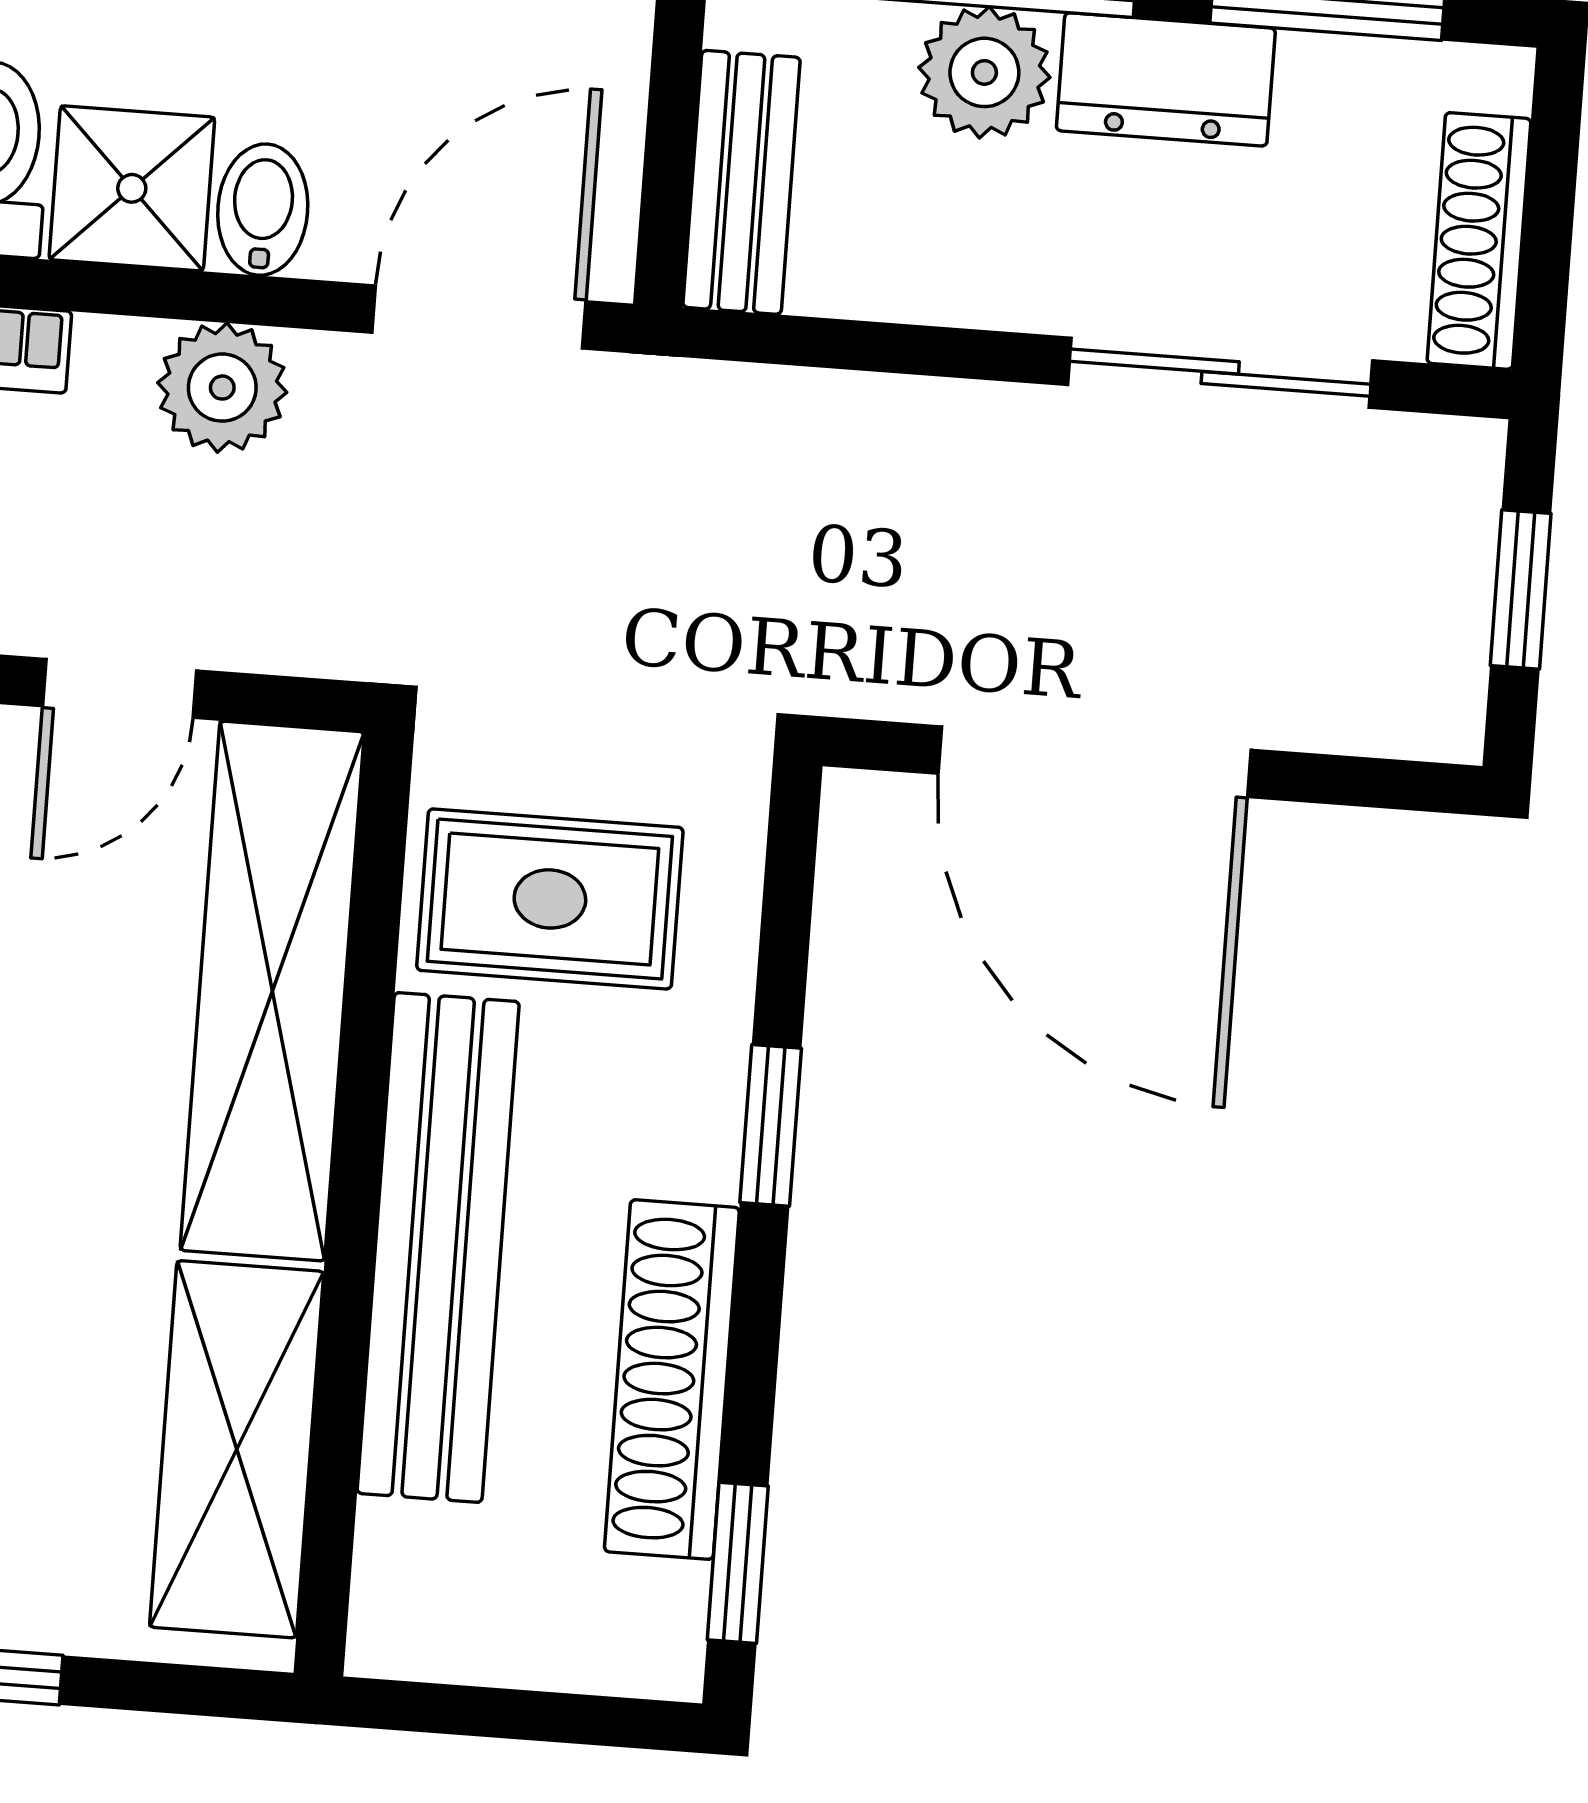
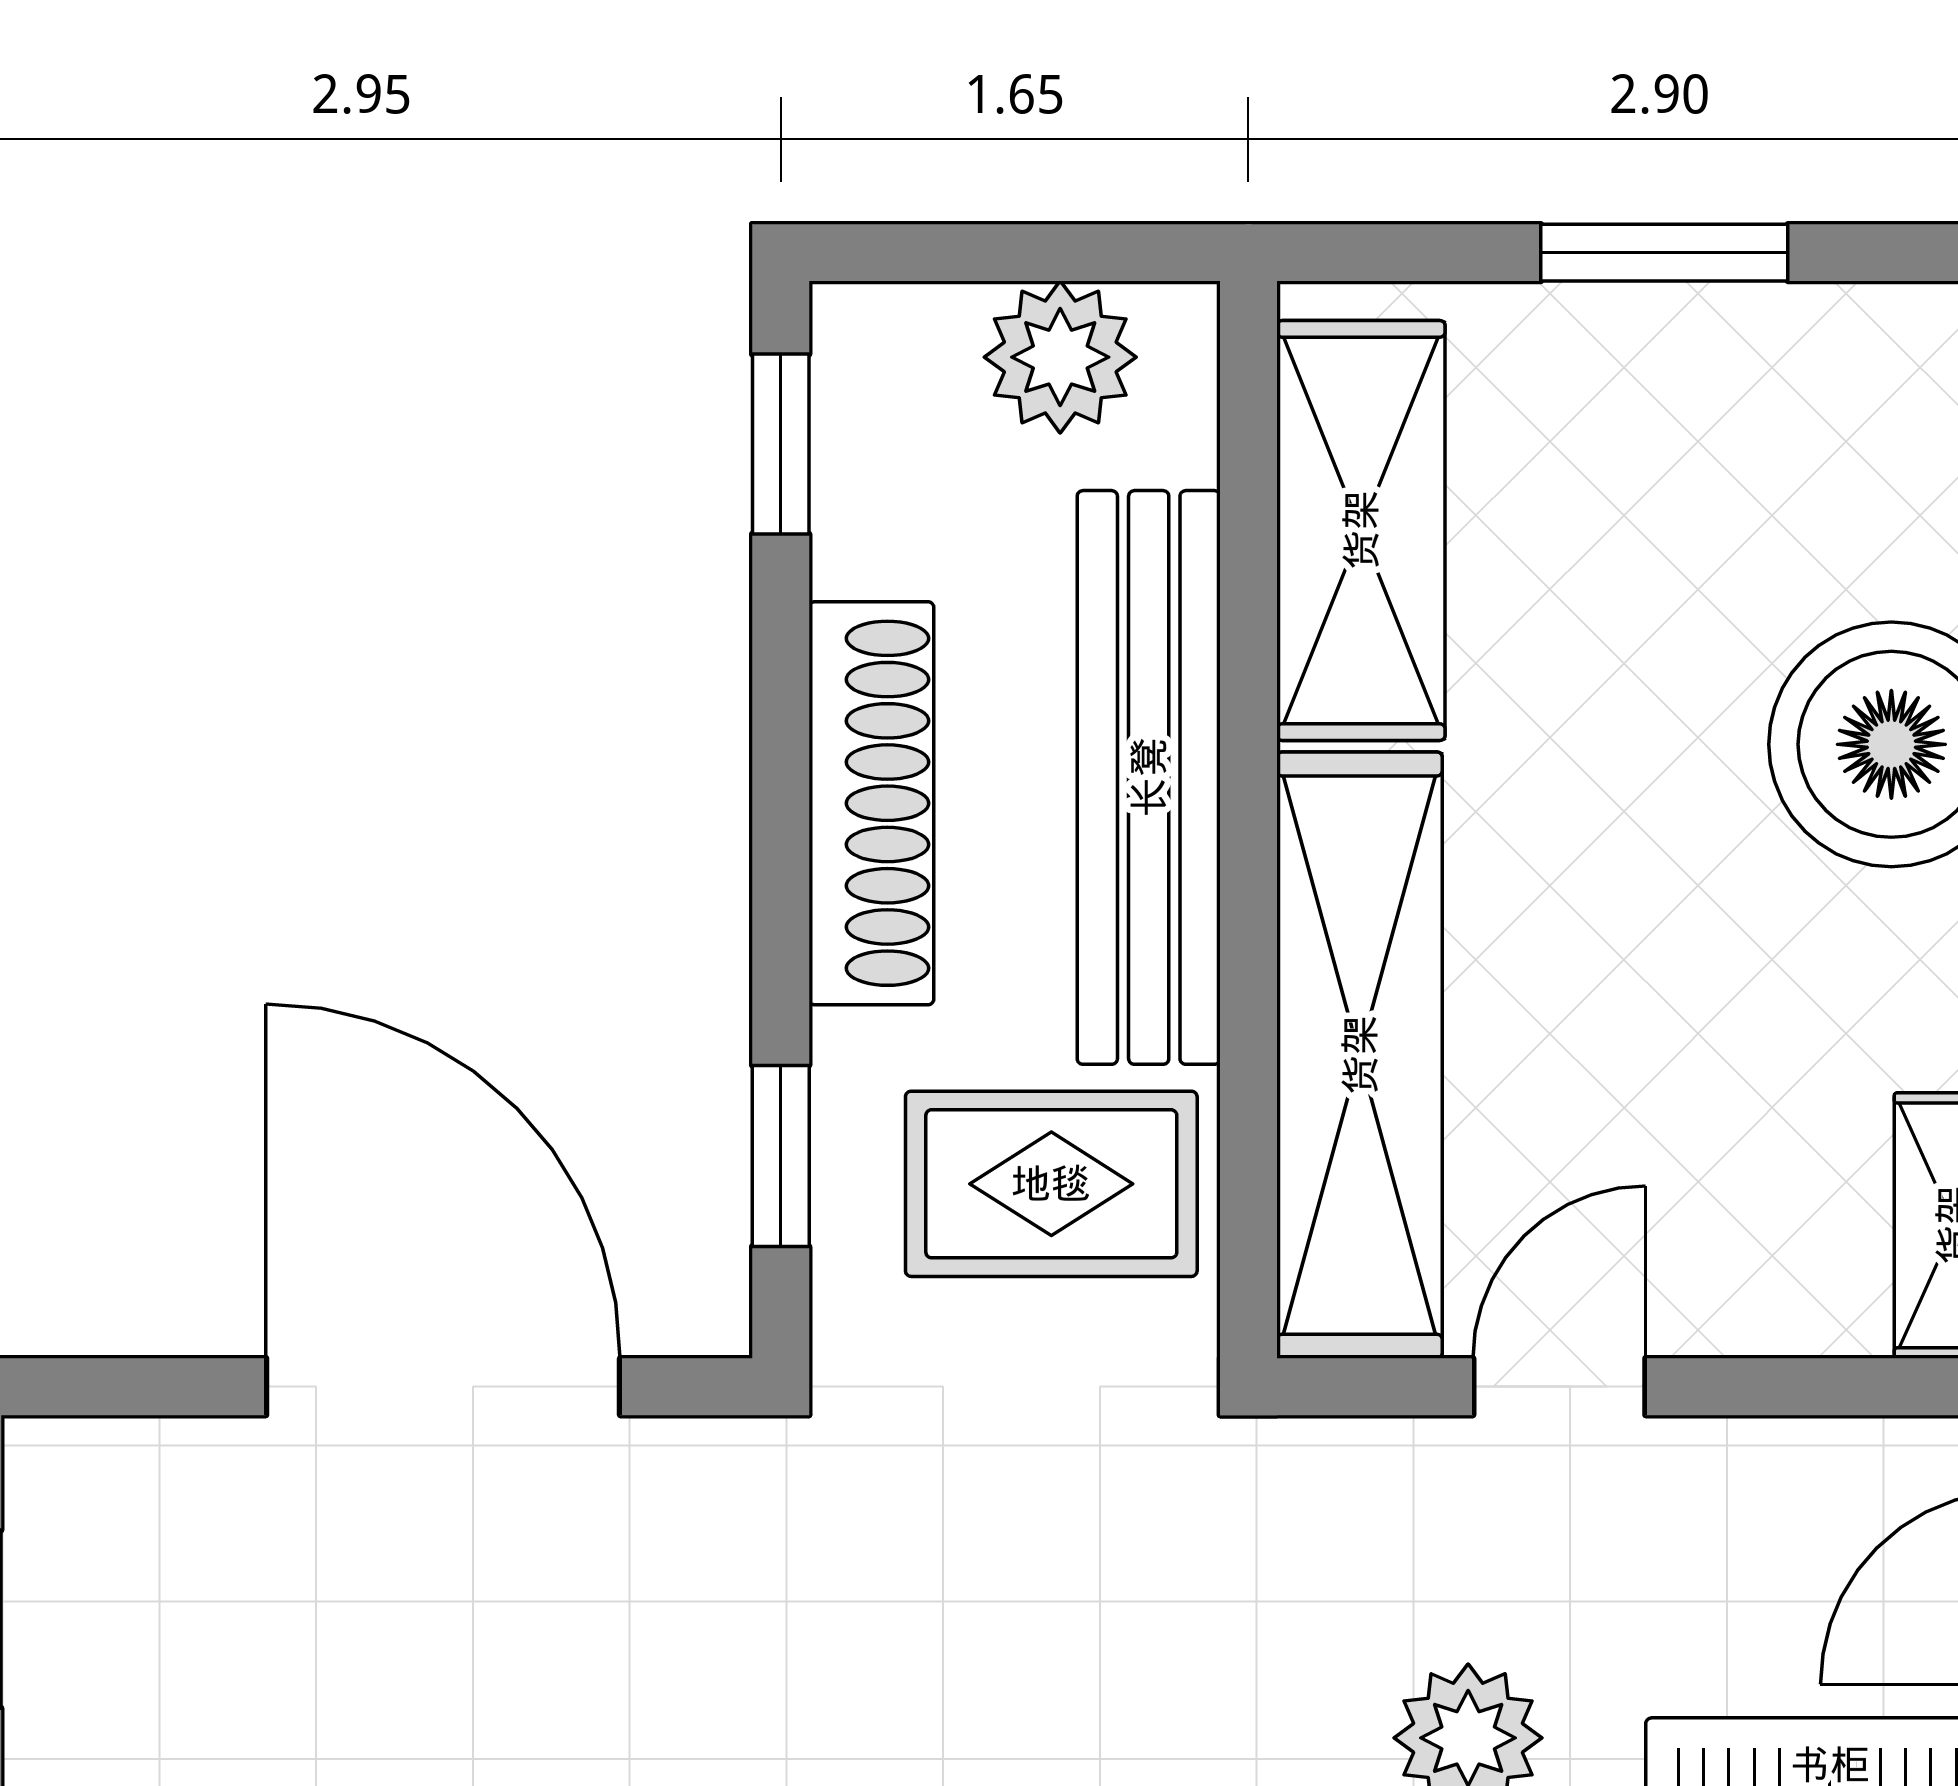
window: (771, 1125) -> (781, 1156), moved
shoe rack: (672, 1380) -> (871, 803), moved
plant: (488, 1621) -> (1060, 357), added

